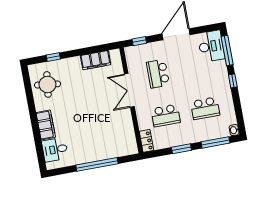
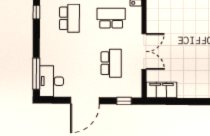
filing cabinet: (96, 60) -> (161, 90), moved
window: (233, 81) -> (36, 12), moved
school desk: (205, 108) -> (69, 18), turned 90

